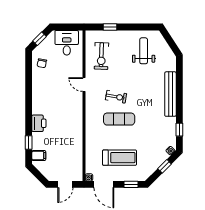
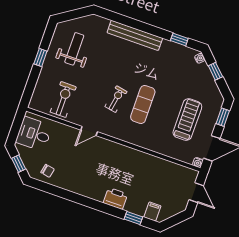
window: (110, 27) -> (40, 58), moved
weight bench: (144, 51) -> (74, 49), turned 90
exercise bike: (101, 56) -> (63, 99), turned -92

